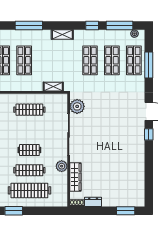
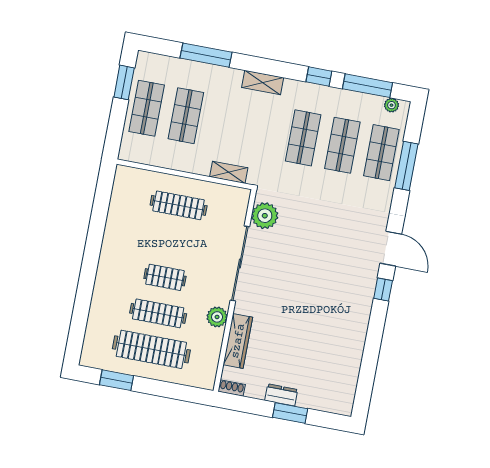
dresser: (93, 202) -> (281, 395), moved
window: (126, 211) -> (290, 413), moved

